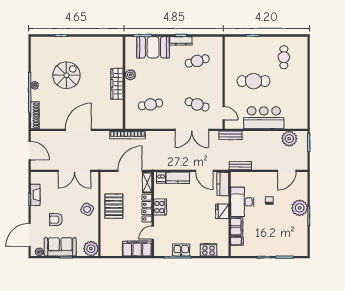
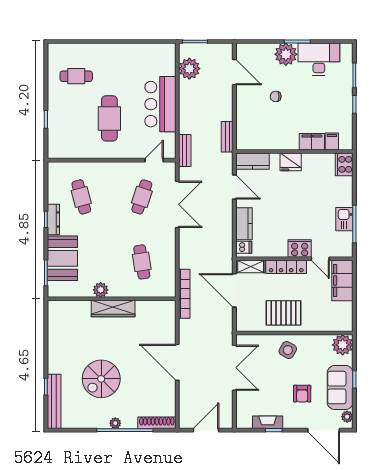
bench: (50, 41) -> (54, 401), added
spiral stairs: (66, 75) -> (101, 379), turned -90
door: (204, 171) -> (234, 187), hinge flipped
desk: (242, 202) -> (319, 59), moved, turned 180
cooker: (160, 207) -> (300, 248), moved
cooker: (208, 250) -> (344, 164), moved

